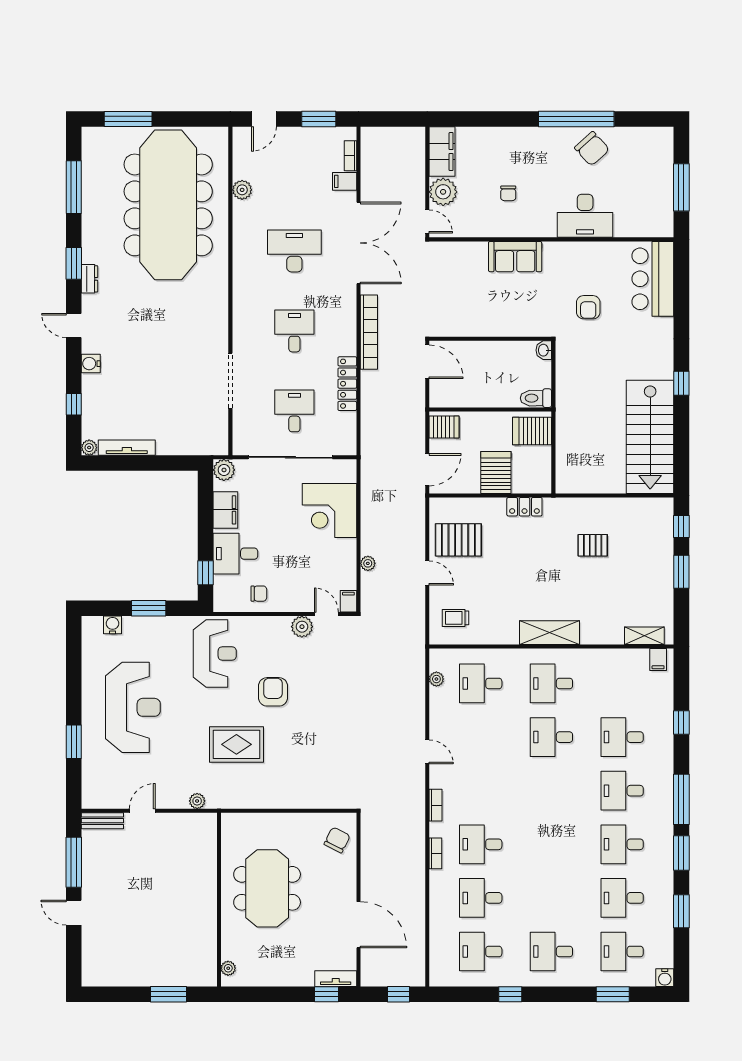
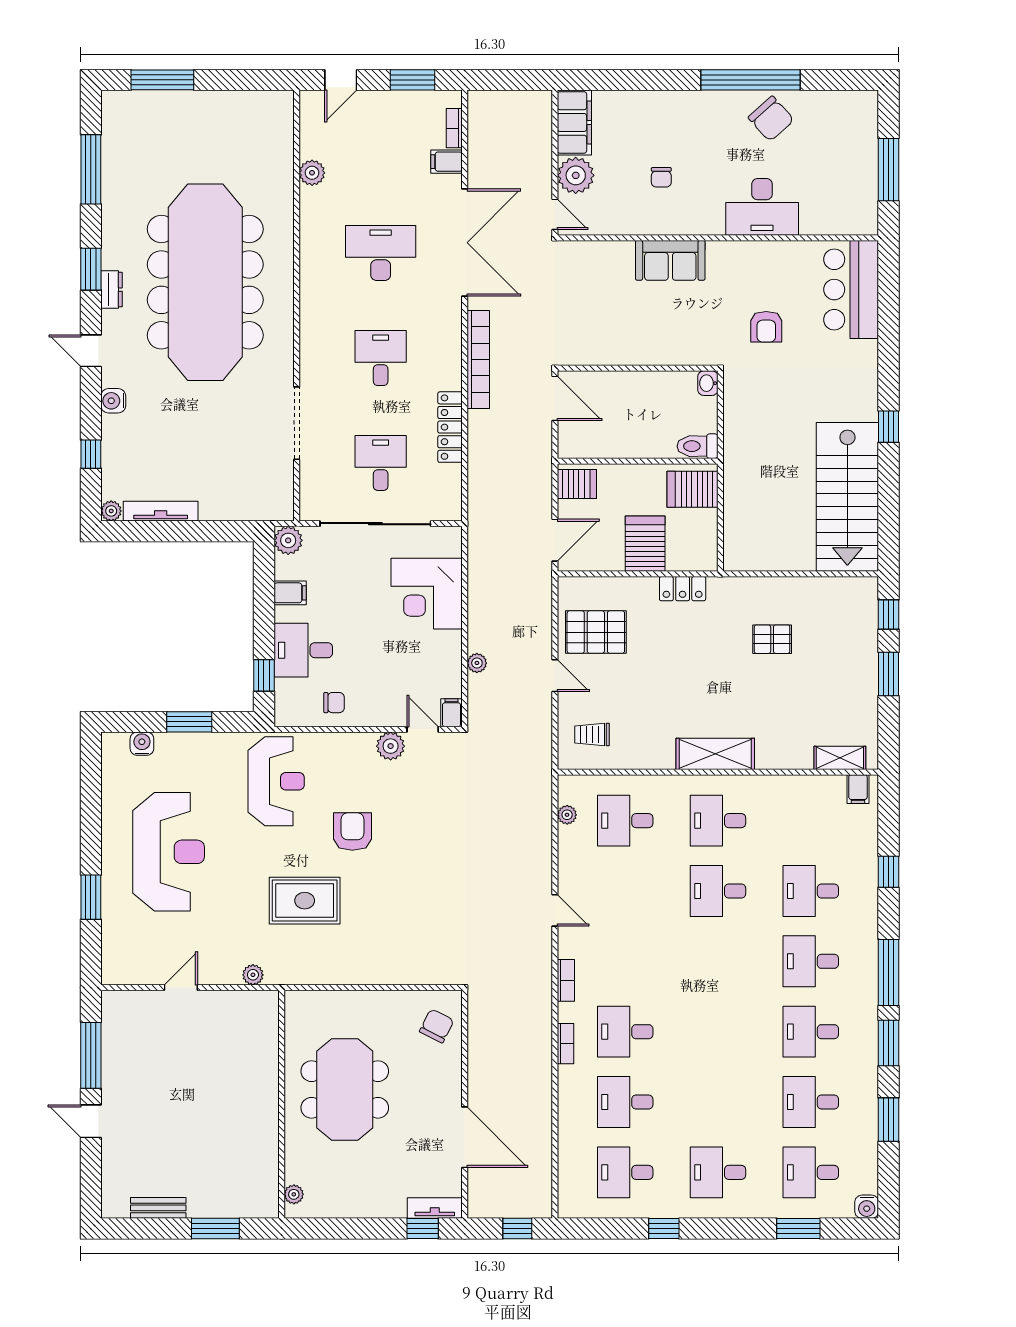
meeting table: (168, 205) -> (205, 282), moved
filing cabinet: (225, 510) -> (290, 593), width x0.50
bench: (102, 821) -> (158, 1208), moved

